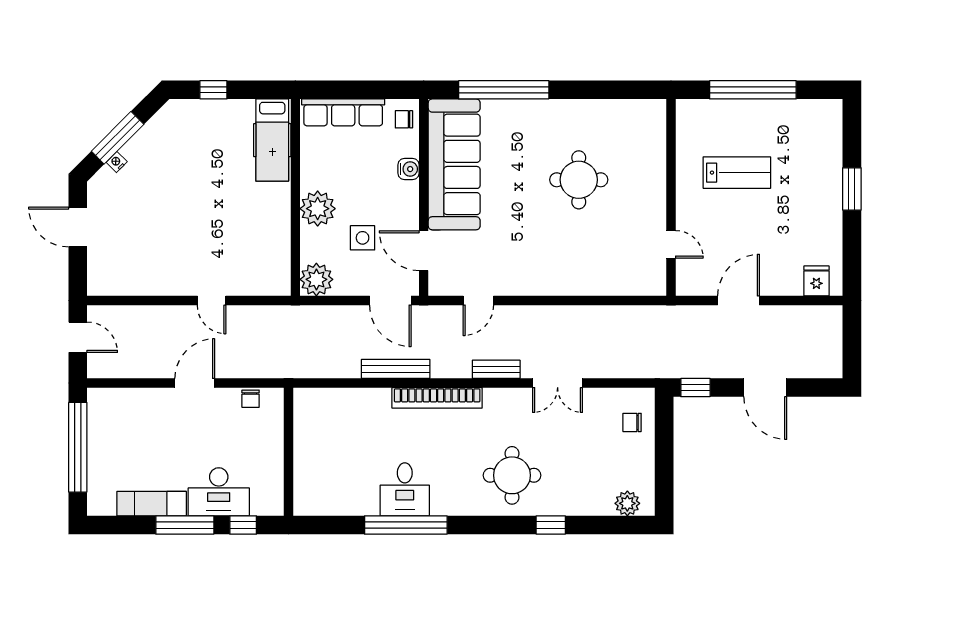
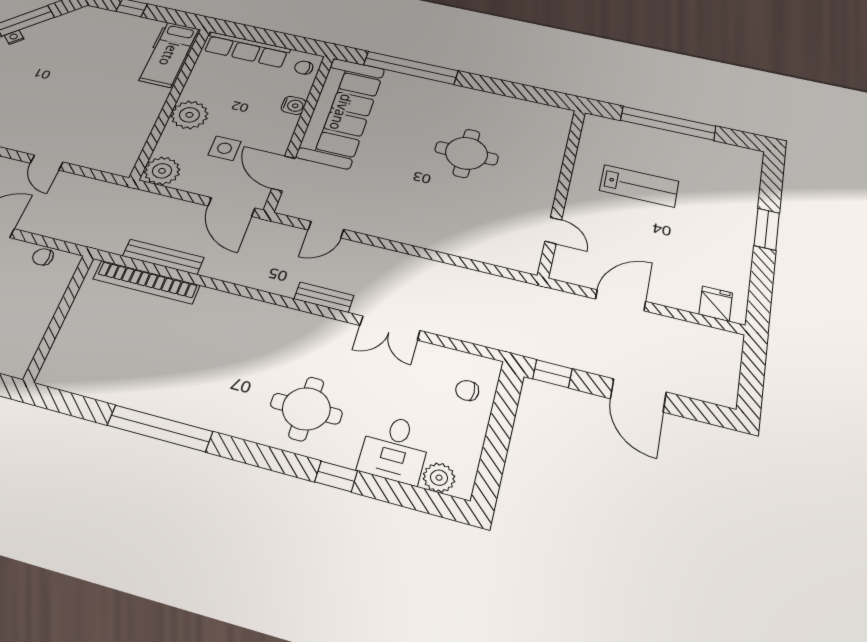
bench: (396, 369) -> (163, 257), moved
bookcase: (437, 398) -> (146, 282), moved
chair: (251, 399) -> (43, 257), turned 90
desk: (405, 489) -> (395, 449), moved

